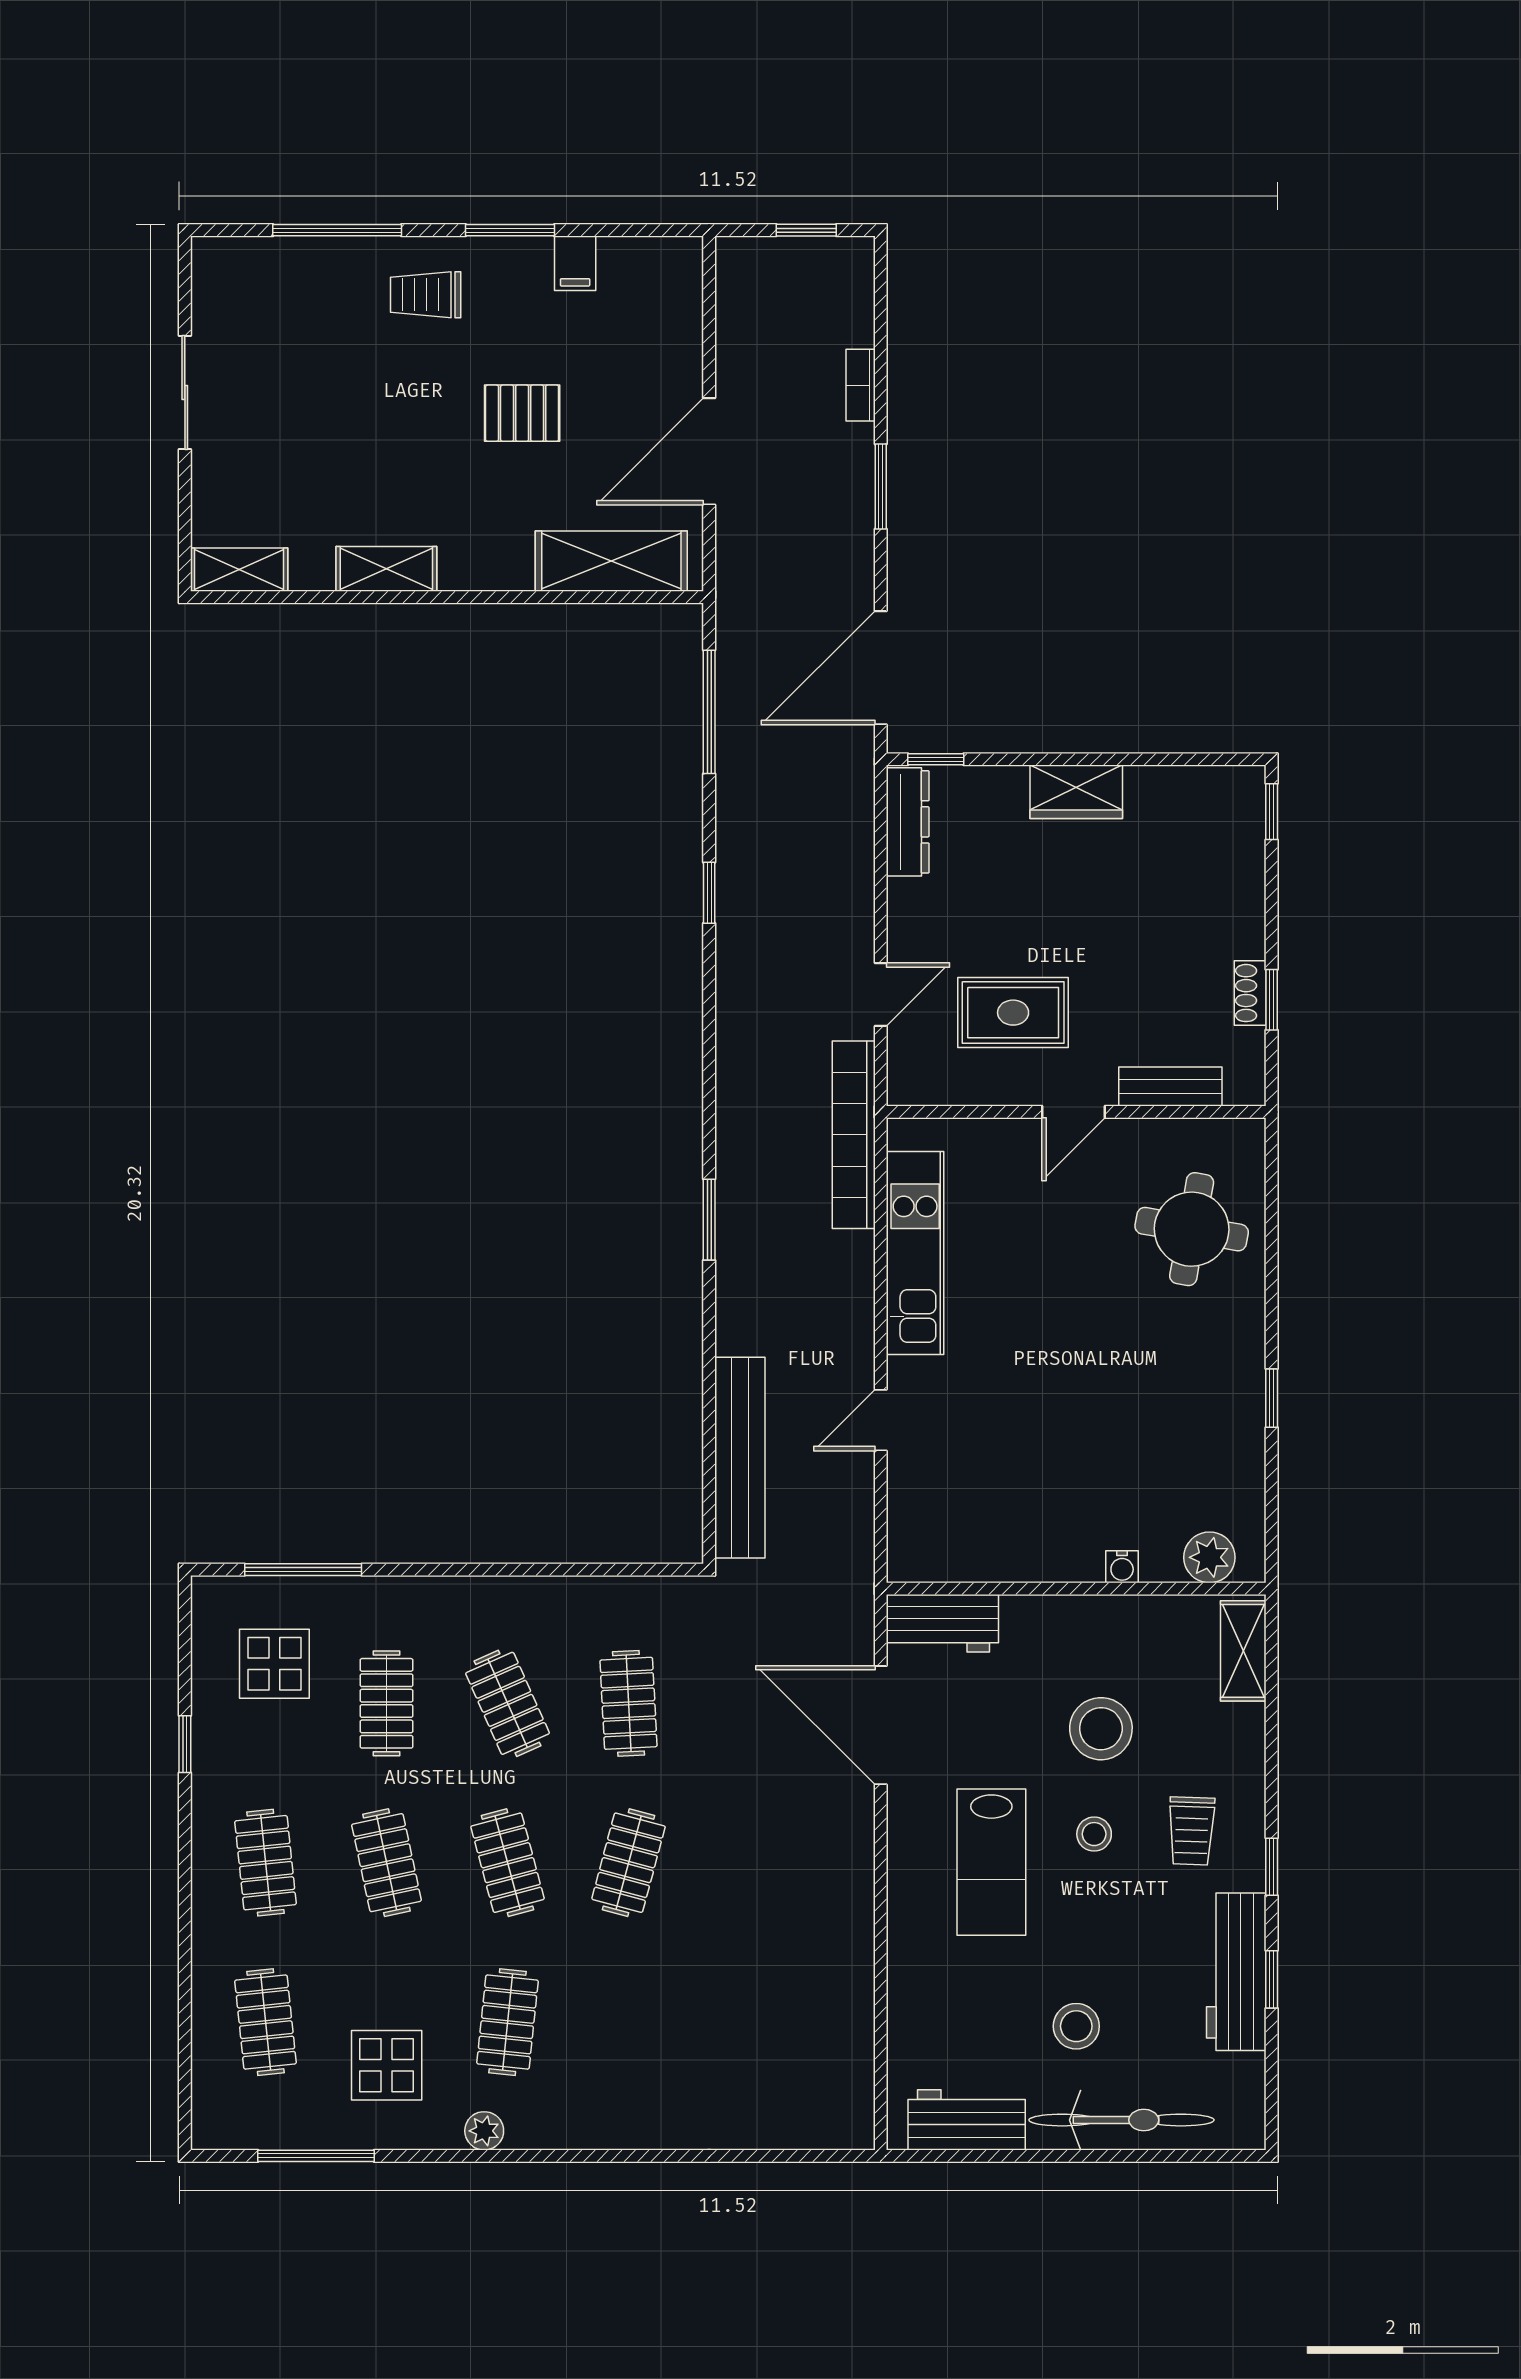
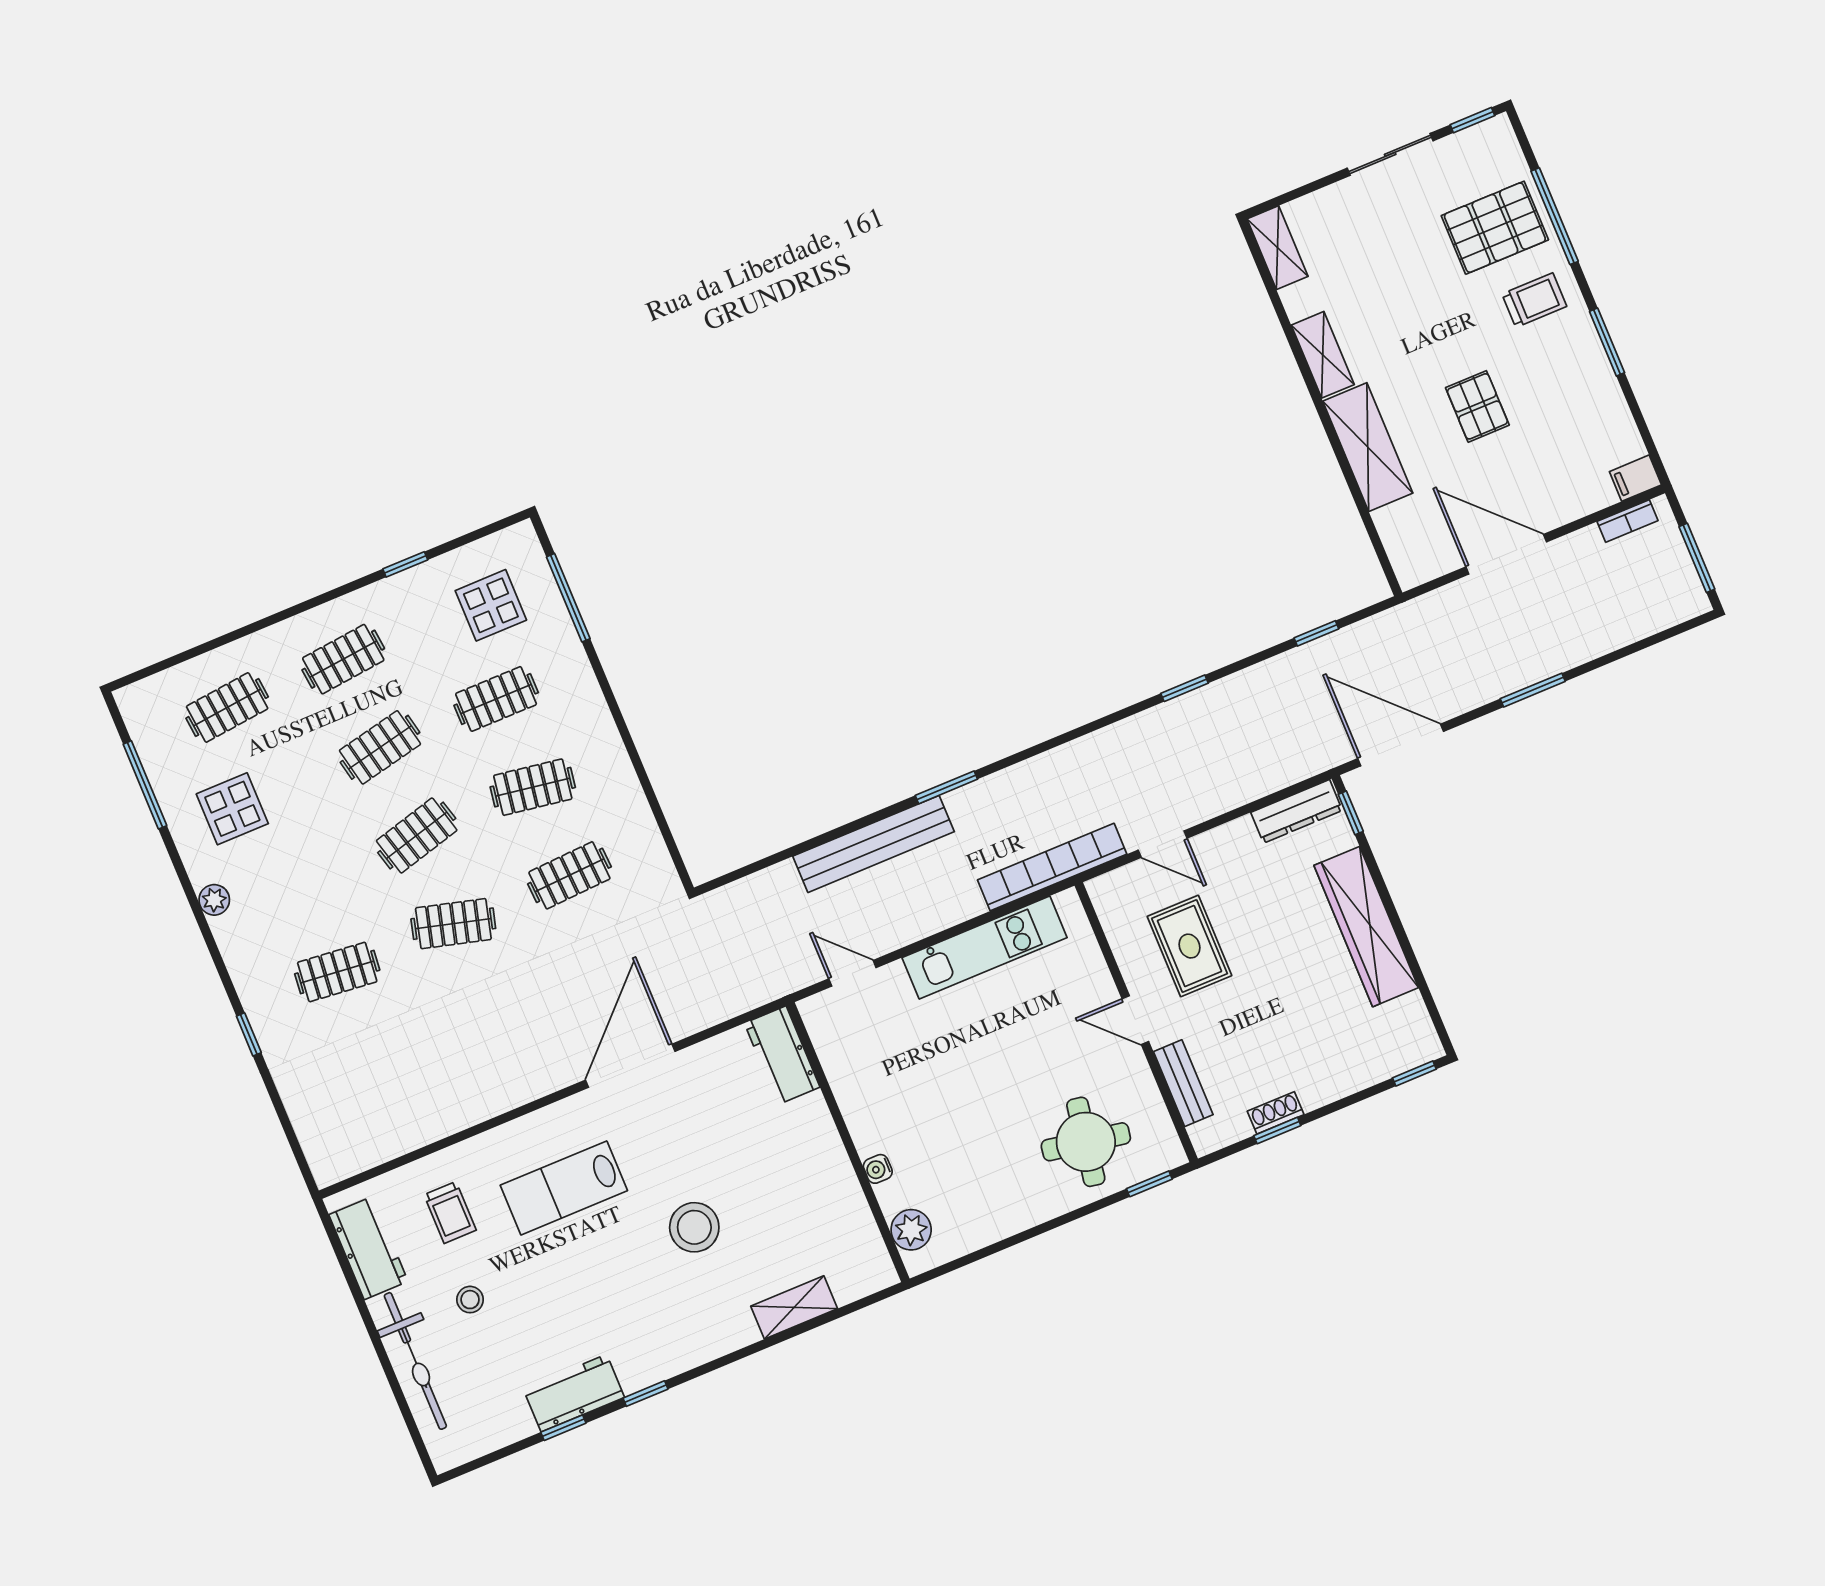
window: (806, 230) -> (1697, 558), width x1.50
filing cabinet: (575, 263) -> (1635, 478), moved
window: (185, 280) -> (1472, 120), added
trolley: (426, 295) -> (1534, 300), turned 90
pallet: (322, 306) -> (1495, 228), added
bookcase: (861, 385) -> (1628, 521), moved, turned 180
shelving: (611, 561) -> (1368, 447), moved
window: (709, 712) -> (1316, 633), width x0.46
wardrobe: (1076, 792) -> (1366, 927), width x2.10, depth x1.17
window: (1272, 1398) -> (1149, 1184), moved
bench: (740, 1458) -> (874, 844), moved
plant: (1209, 1557) -> (911, 1230), moved
water cooler: (1122, 1567) -> (878, 1169), moved
wall: (1076, 1589) -> (848, 1142), moved
workbench: (942, 1623) -> (782, 1055), moved
clothes rail: (508, 1703) -> (533, 787), turned 33
trolley: (1192, 1831) -> (450, 1212), moved, turned -92
stool: (1094, 1834) -> (615, 1254), removed
workbench: (1236, 1972) -> (574, 1393), width x0.73
clothes rail: (508, 2022) -> (337, 972), moved
stool: (1076, 2026) -> (470, 1300), width x0.73, depth x0.73
window: (658, 2156) -> (249, 1034), added

